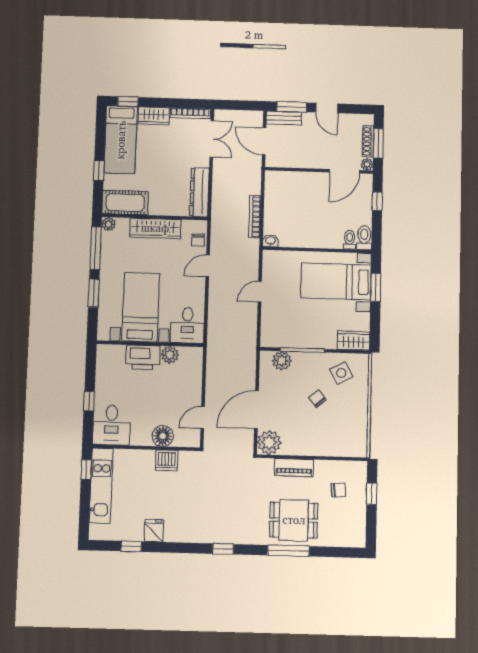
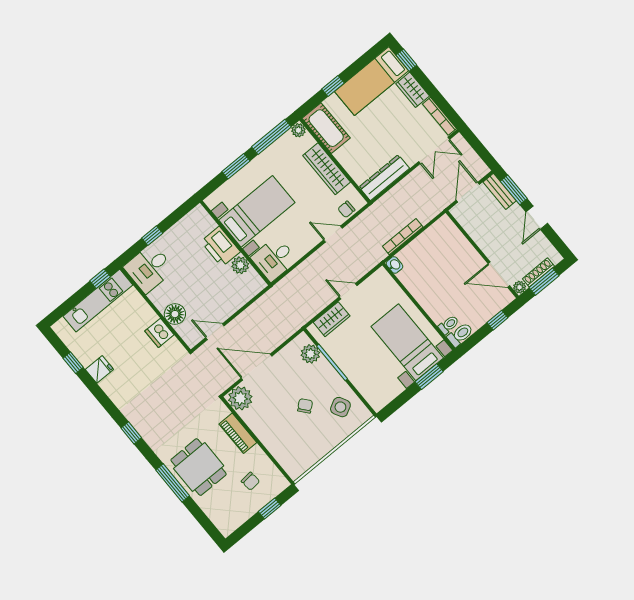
wardrobe: (354, 341) -> (332, 319), moved, turned 90

